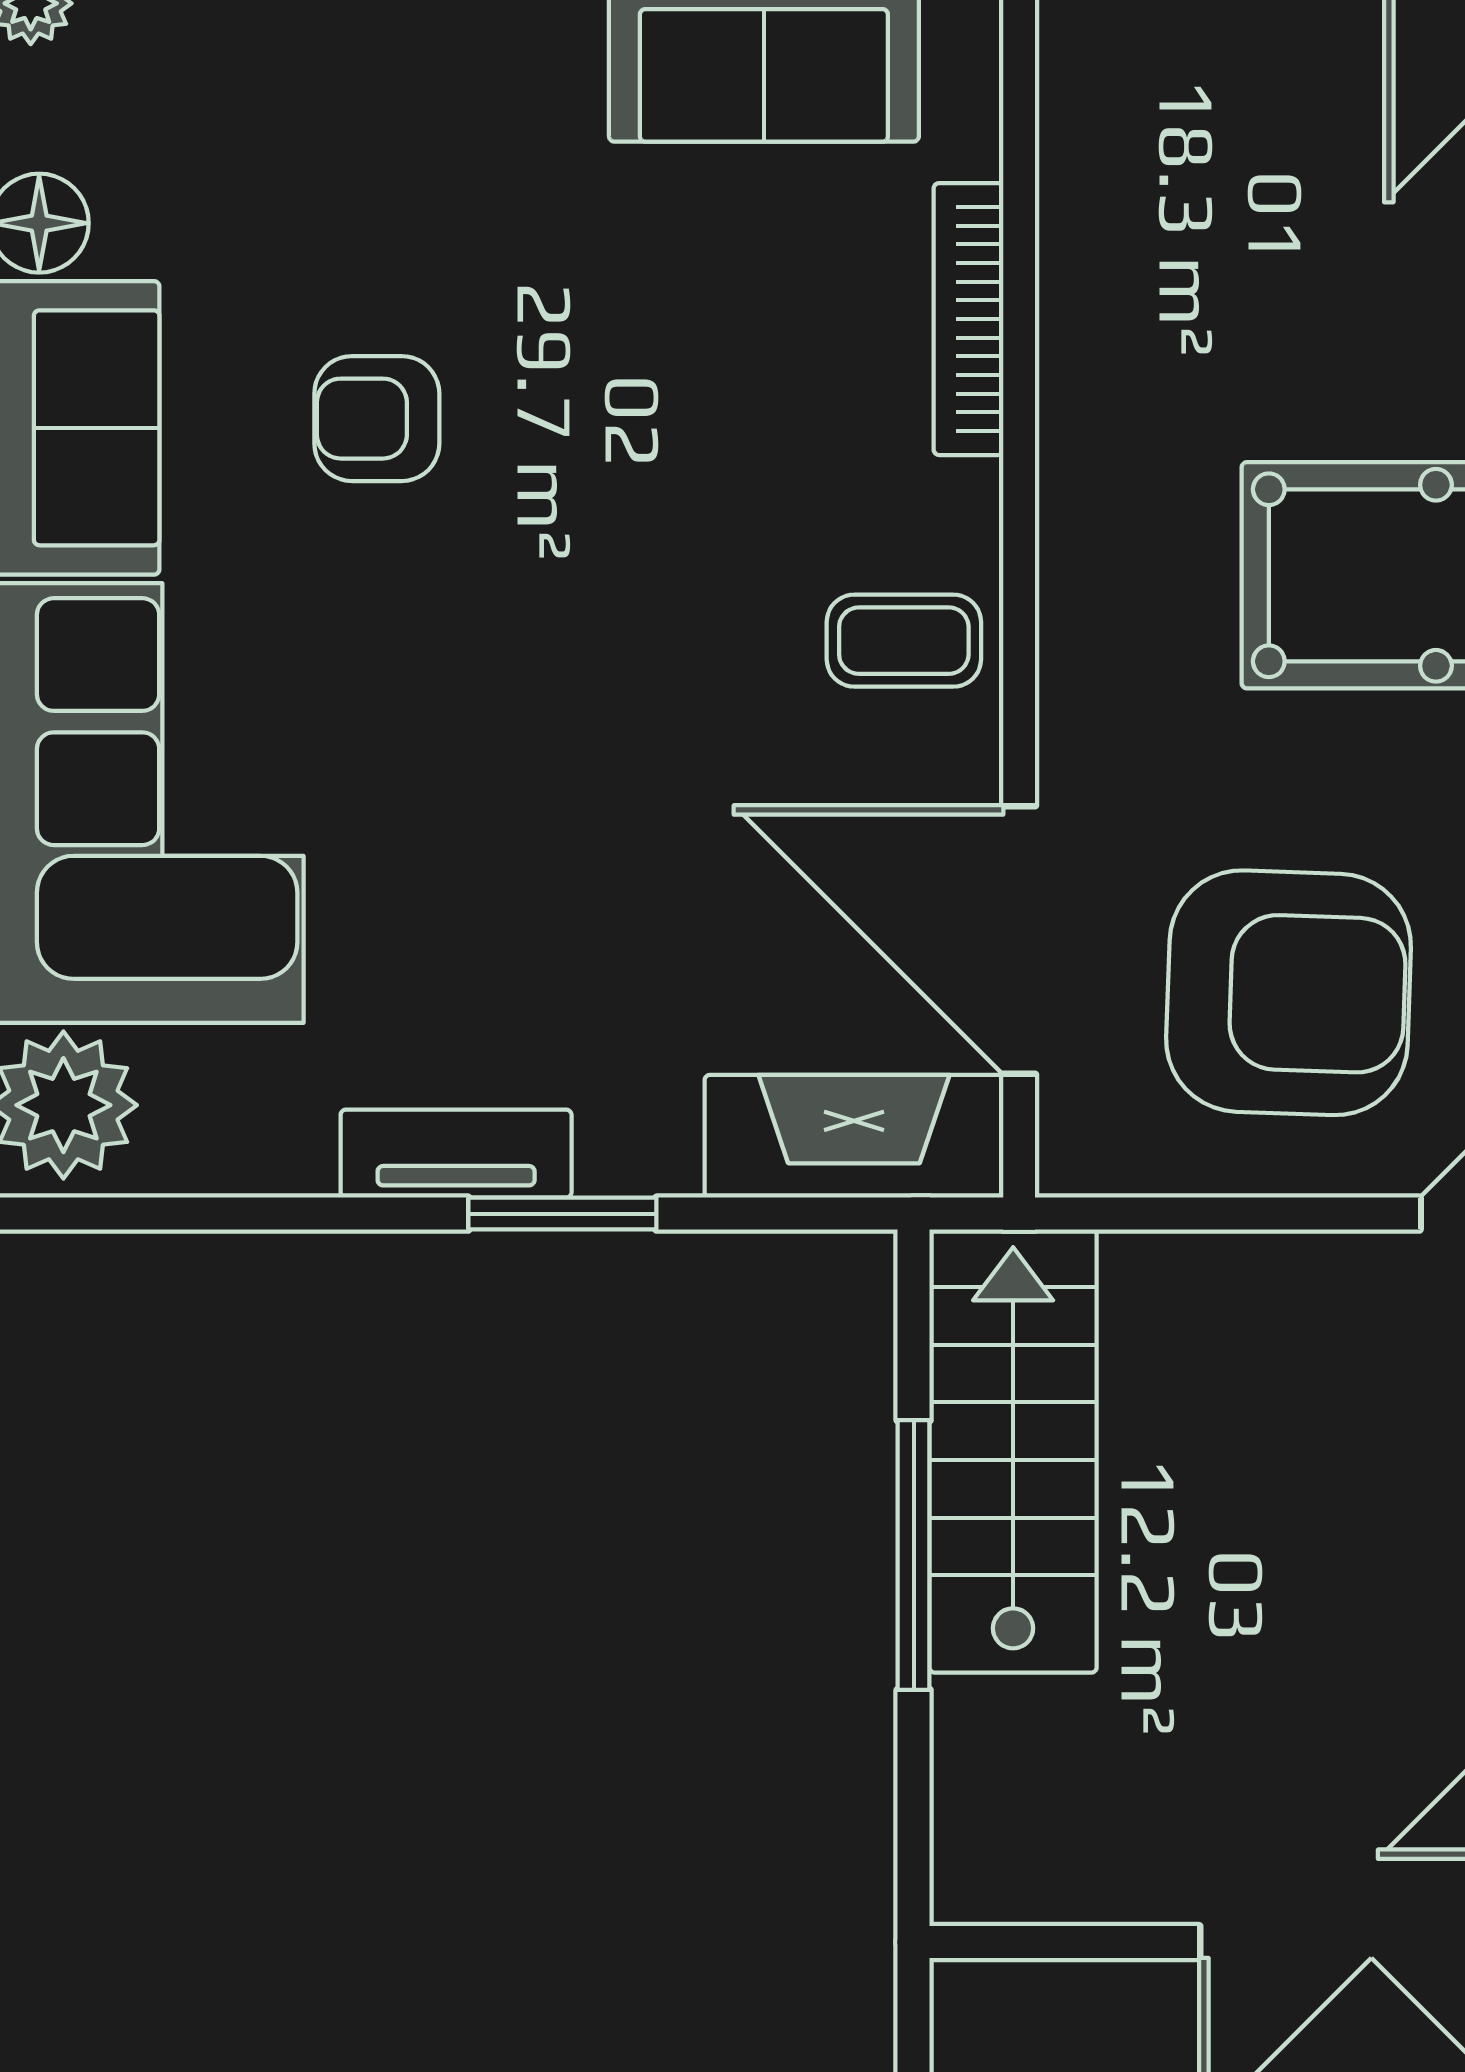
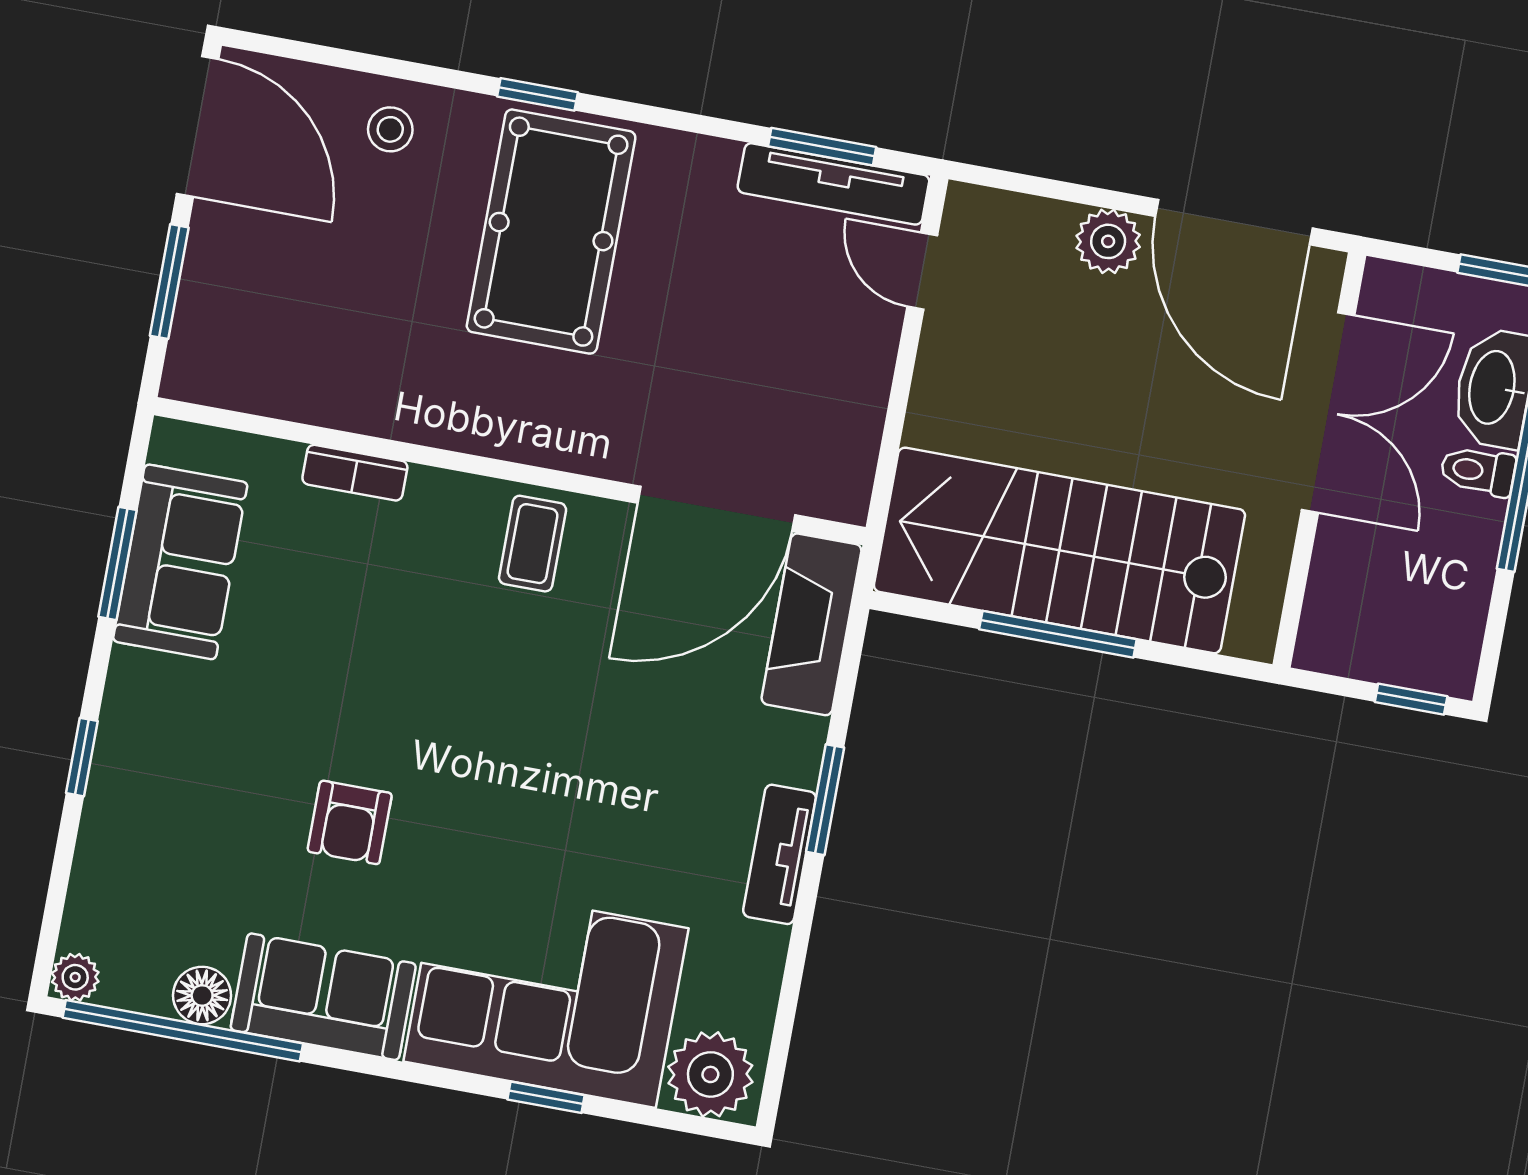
bookcase: (968, 319) -> (355, 473), width x0.64
armchair: (1289, 993) -> (775, 360), removed
stairs: (1013, 1451) -> (1059, 550), width x1.36, depth x1.51

